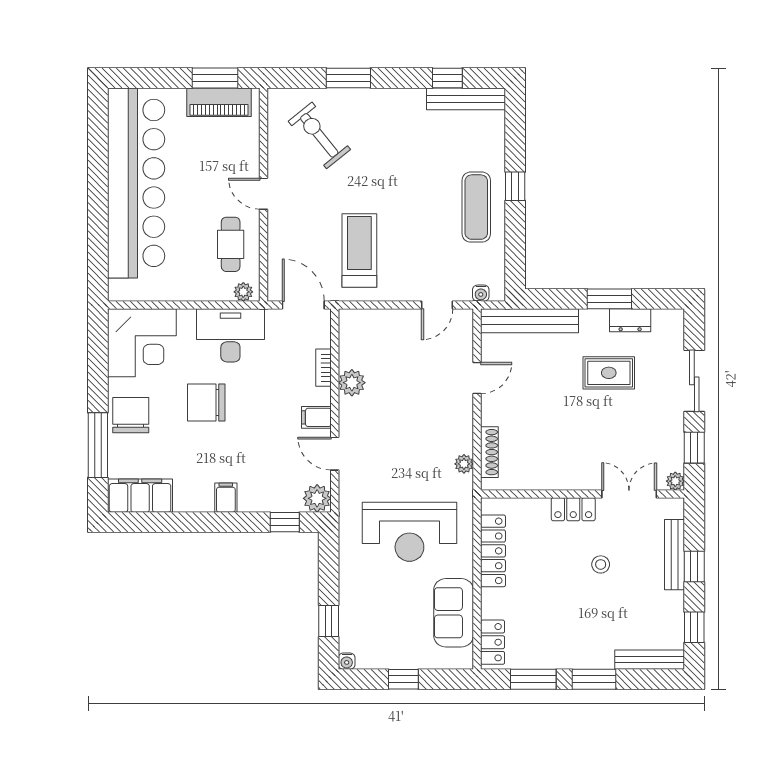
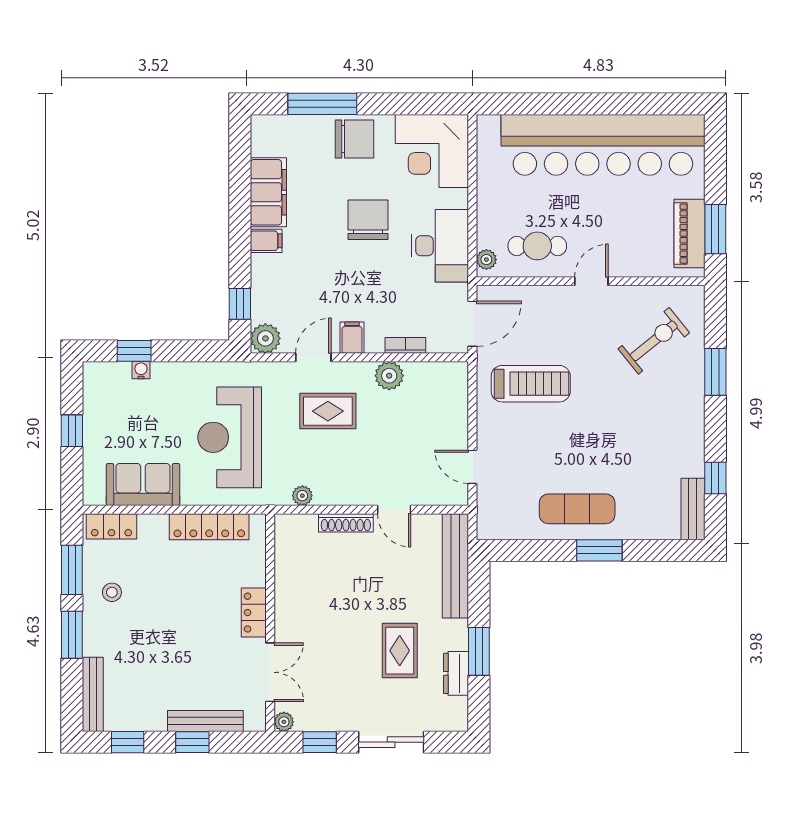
bench: (466, 99) -> (693, 509), width x0.73
window: (515, 186) -> (599, 550), width x1.50
water cooler: (481, 293) -> (485, 514), removed
rug: (385, 440) -> (328, 411), added
shoe rack: (489, 452) -> (346, 523), moved
filing cabinet: (140, 496) -> (268, 192), moved
stool: (601, 564) -> (112, 592), moved
water cooler: (347, 661) -> (141, 370), moved, turned 90

